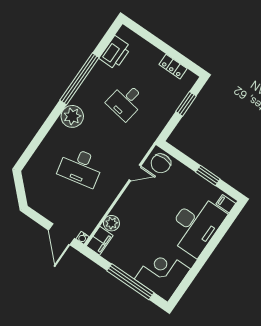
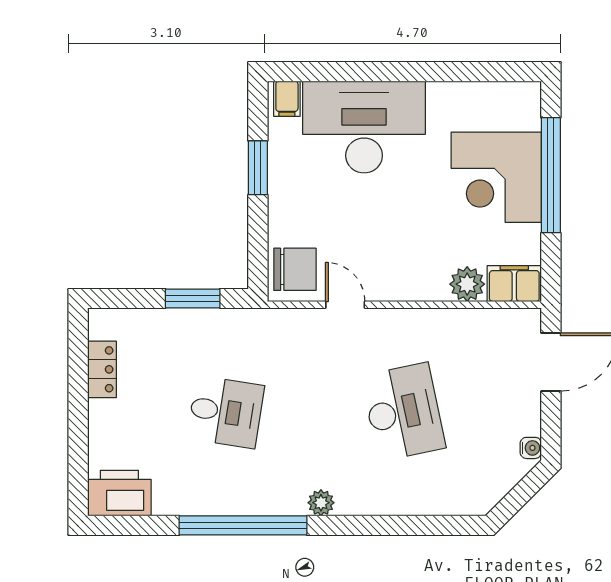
printer: (115, 53) -> (119, 493), moved
window: (186, 104) -> (193, 298), moved
plant: (72, 116) -> (321, 503), width x0.53, depth x0.53
water cooler: (83, 238) -> (531, 448), moved
corner desk: (162, 274) -> (496, 177), moved

